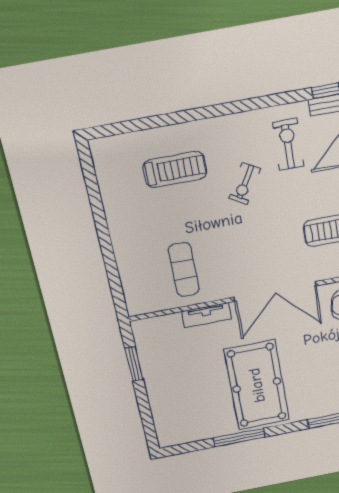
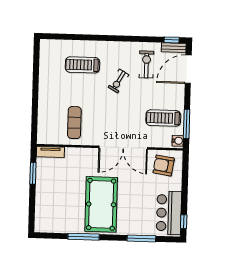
treadmill: (175, 169) -> (82, 65), turned 180
tv unit: (206, 315) -> (50, 152), moved

